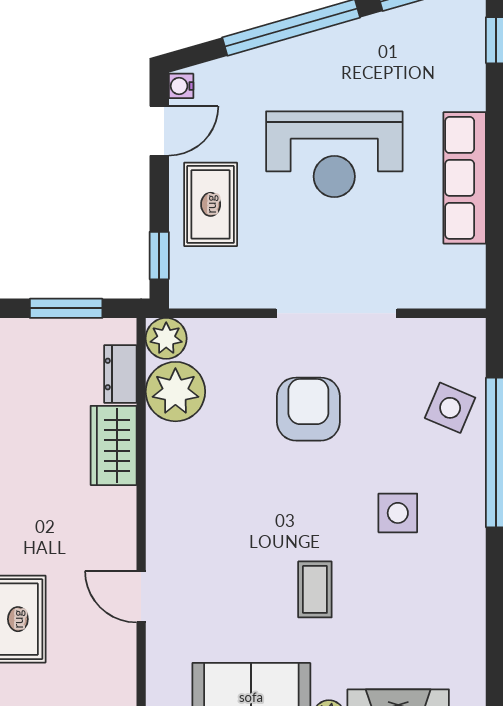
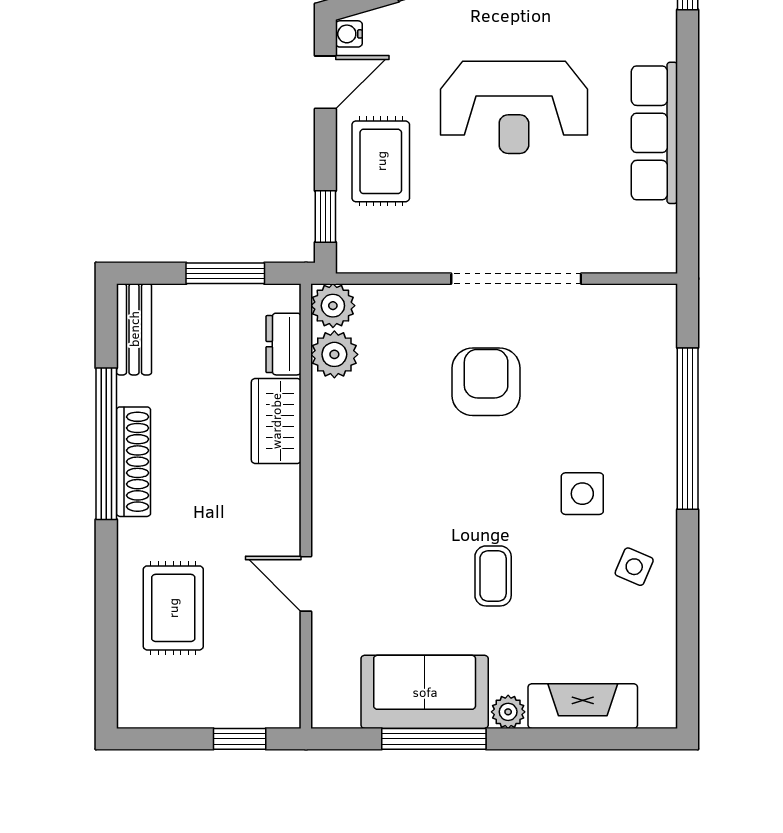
plant: (175, 392) -> (334, 354), width x0.73, depth x0.73
side table: (450, 408) -> (634, 567), moved, width x0.73, depth x0.73

